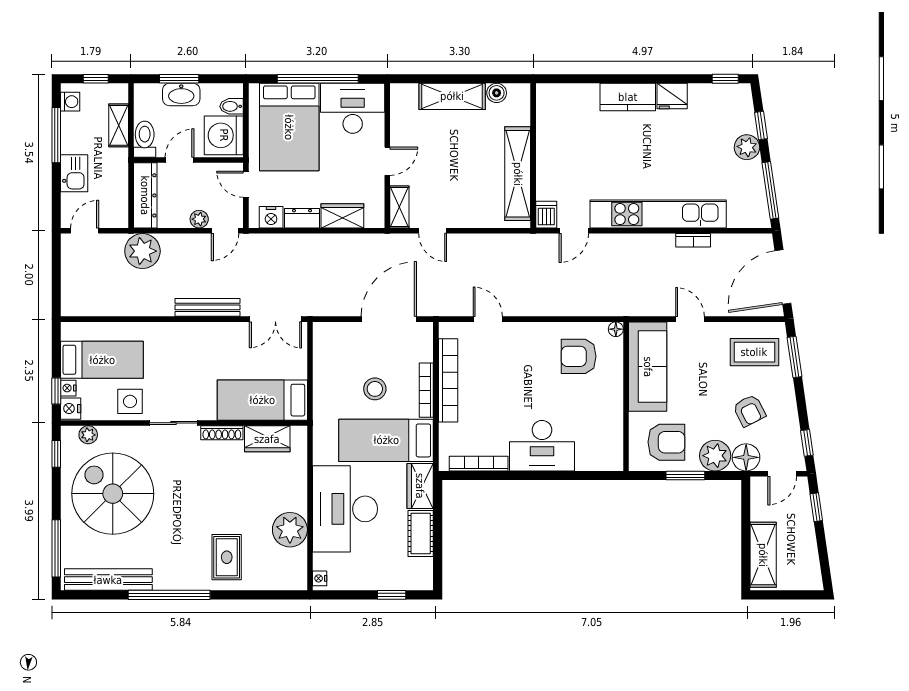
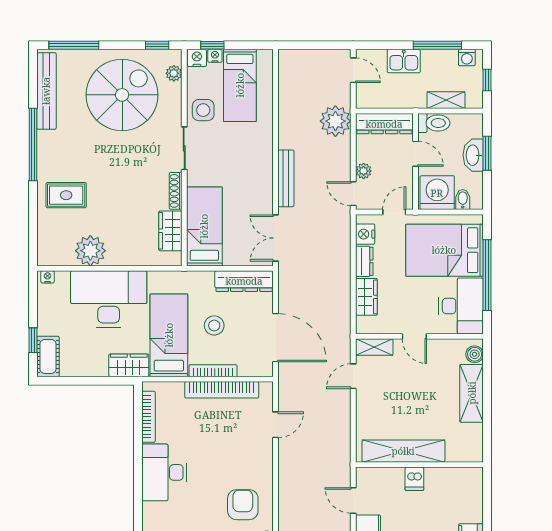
boiler: (497, 93) -> (475, 354), moved
dishwasher: (546, 215) -> (414, 479), moved, turned 90
dresser: (324, 355) -> (244, 281), added
cot: (421, 533) -> (48, 356), moved, turned 90

